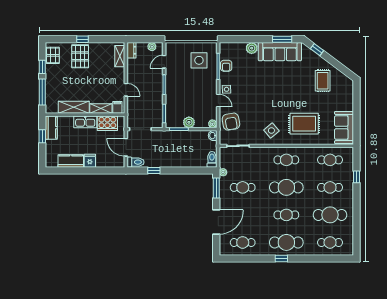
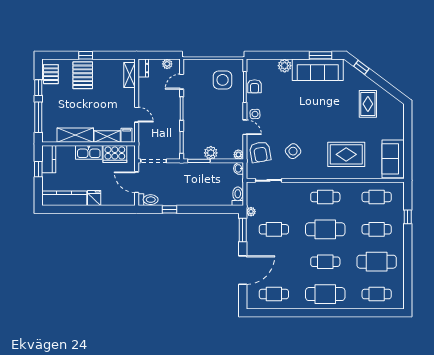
side table: (271, 130) -> (293, 151), moved
kitchen counter: (71, 161) -> (64, 198), width x1.50
window: (281, 258) -> (319, 313), removed

